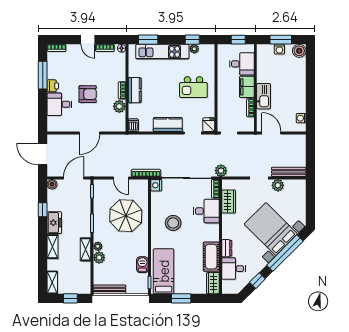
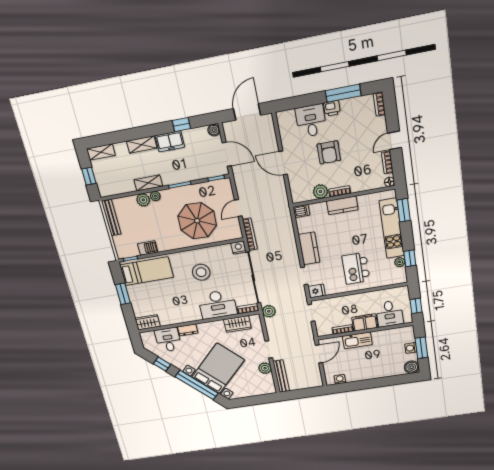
desk: (206, 211) -> (217, 304), width x1.37
cot: (211, 257) -> (175, 316), removed

